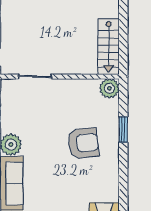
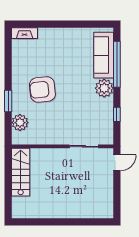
plant: (109, 88) -> (20, 123), moved

